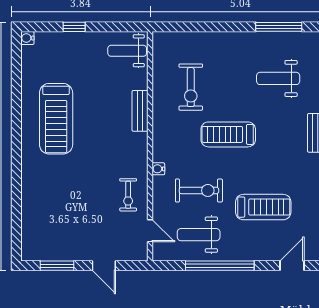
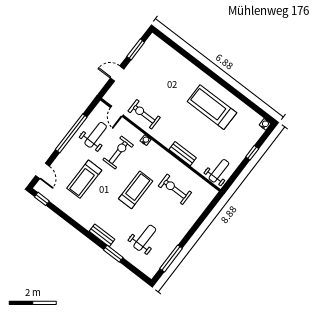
exercise bike: (199, 190) -> (118, 152), turned 180
exercise bike: (128, 195) -> (144, 114), width x1.38, depth x1.39
door: (150, 231) -> (117, 111), hinge flipped

